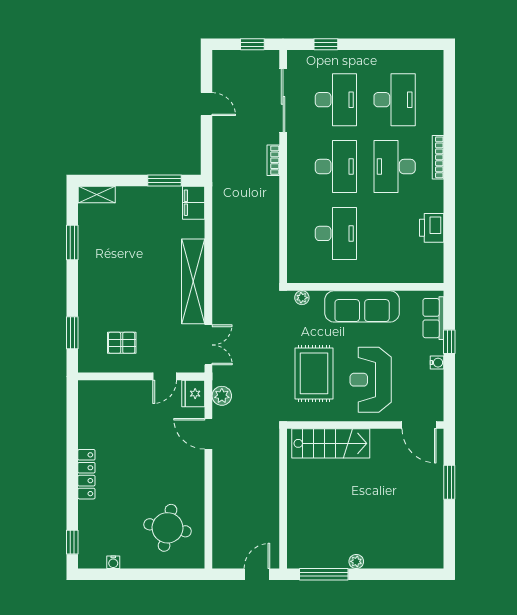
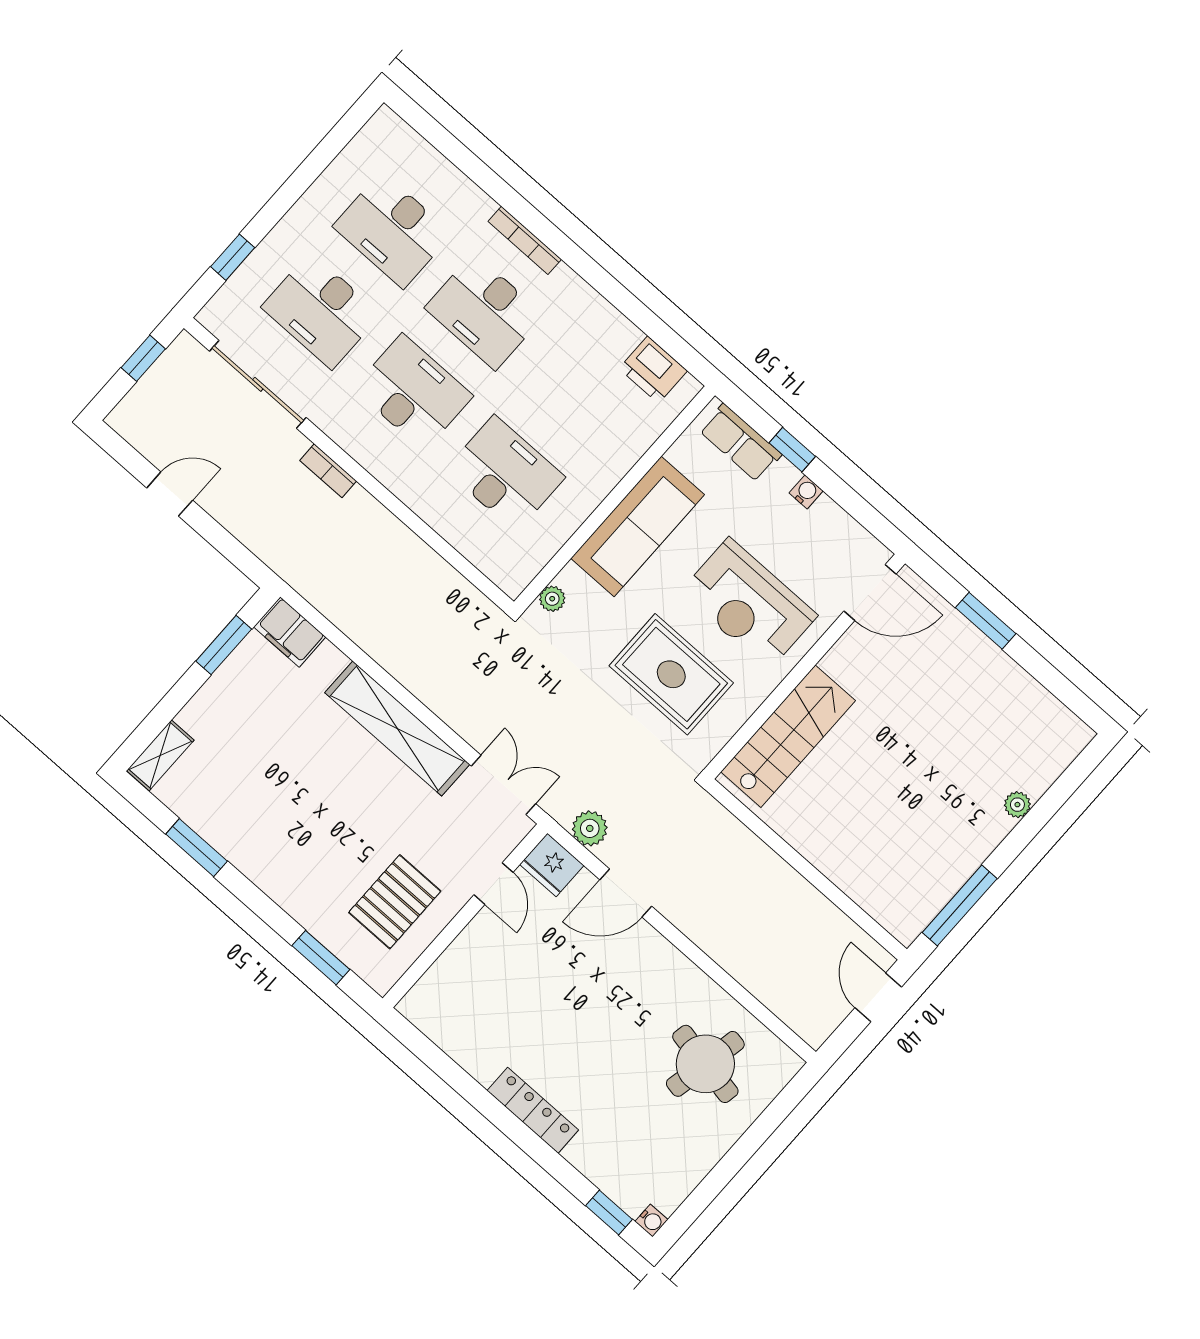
desk: (336, 100) -> (321, 311), turned 180
desk: (395, 100) -> (392, 230), turned 180
printer: (432, 228) -> (653, 370), moved
pallet: (122, 343) -> (395, 902), width x1.50, depth x1.42
plant: (356, 561) -> (1017, 805), moved
water cooler: (113, 562) -> (651, 1220), moved

